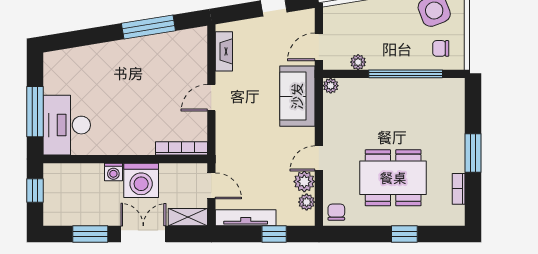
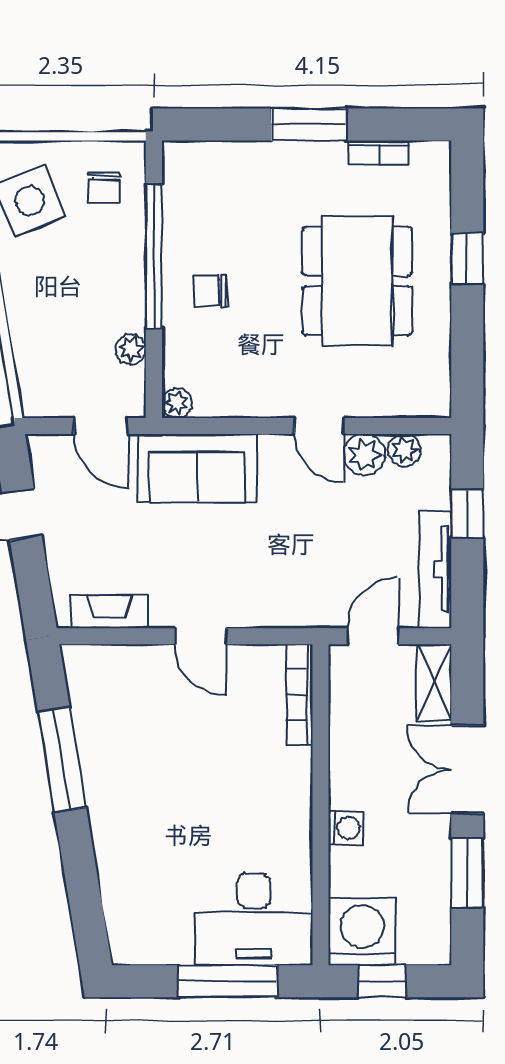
washing machine: (141, 180) -> (362, 932), moved, turned -90
chair: (336, 212) -> (210, 291), moved

